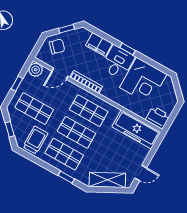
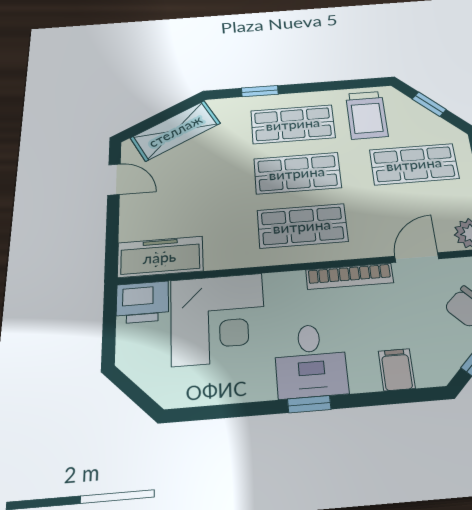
filing cabinet: (99, 44) -> (397, 370), width x0.50
corner desk: (143, 81) -> (218, 319), moved, turned 180
freezer: (136, 130) -> (160, 257), width x0.73, depth x0.79
door: (141, 173) -> (114, 179), swing flipped

